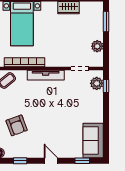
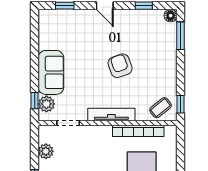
armchair: (17, 125) -> (120, 66), moved
sofa: (93, 141) -> (51, 72), moved

